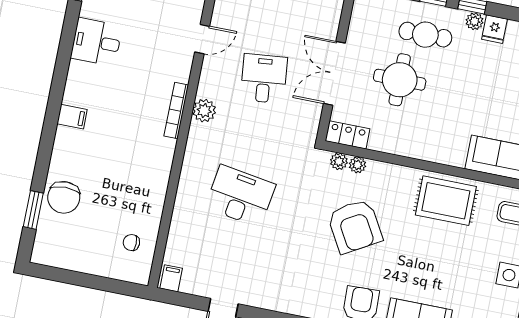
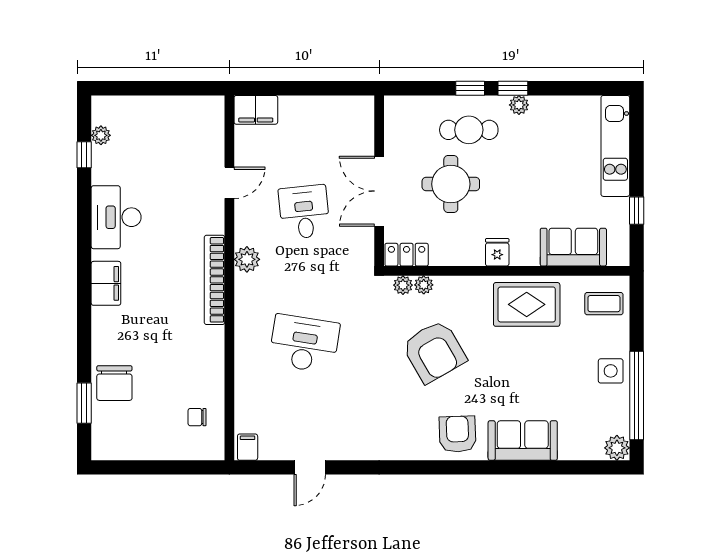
fridge: (495, 29) -> (497, 252), moved, turned 180
desk: (96, 42) -> (116, 217), width x1.37
bookcase: (176, 111) -> (214, 280), width x1.48, depth x1.31
filing cabinet: (72, 117) -> (106, 283), width x2.00

